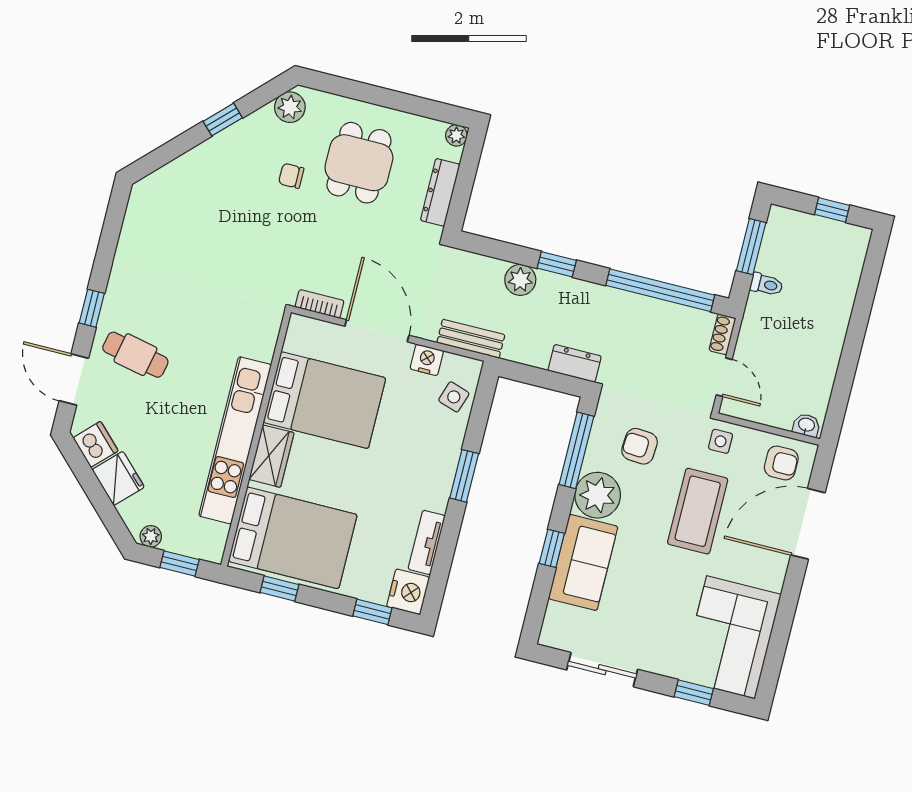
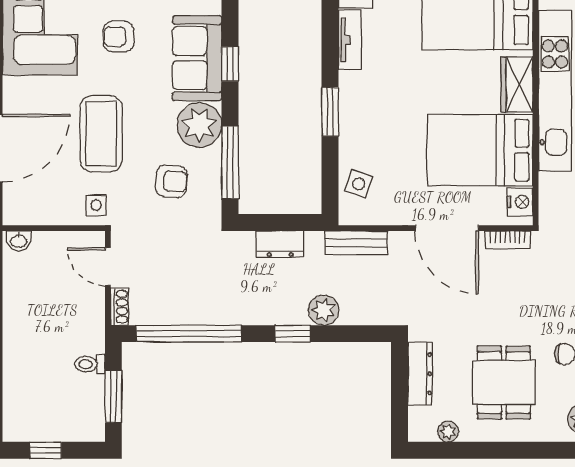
plant: (456, 135) -> (448, 432), moved
nightstand: (427, 360) -> (520, 202), moved, turned -90
dresser: (575, 363) -> (280, 244), moved
armchair: (781, 463) -> (118, 37), moved

